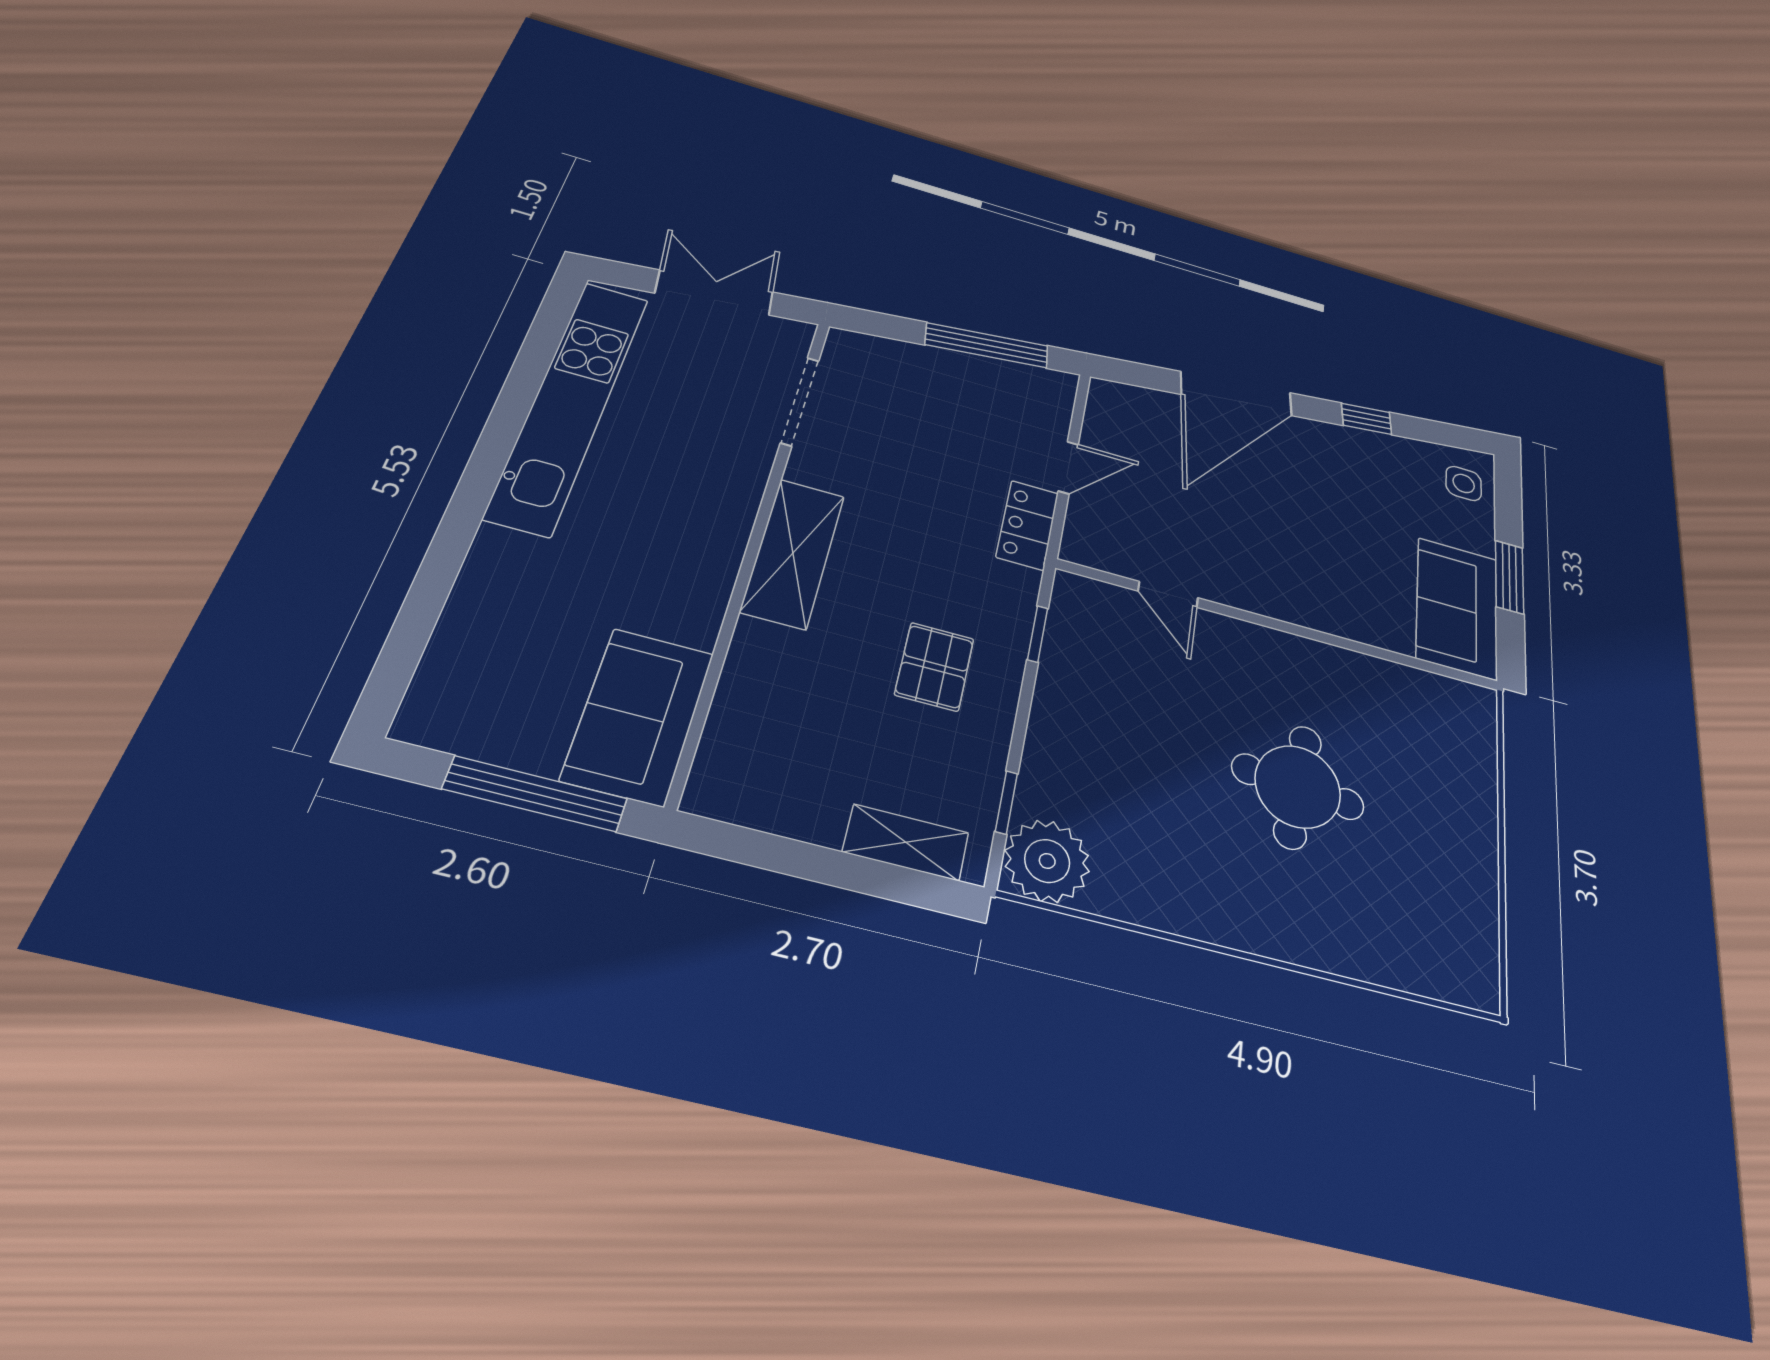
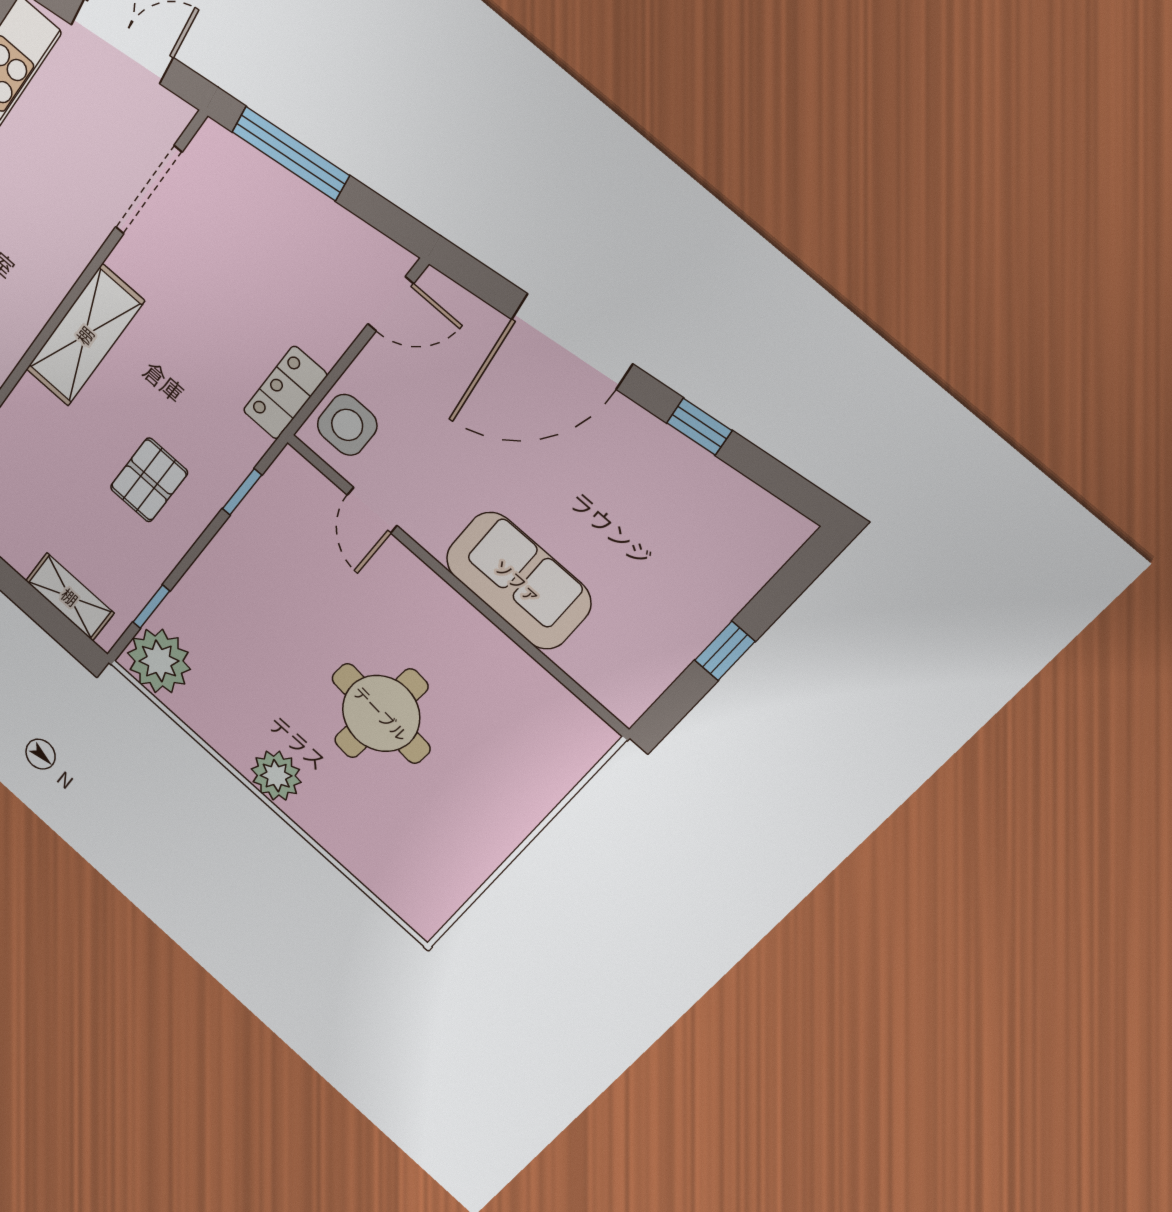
window: (987, 345) -> (291, 154), moved
door: (1068, 468) -> (391, 304), moved
side table: (1464, 483) -> (347, 425), moved, width x1.37, depth x1.37
window: (1509, 577) -> (725, 651), width x0.67
sofa: (1457, 608) -> (518, 581), moved, turned 90
plant: (1243, 920) -> (276, 776), added

